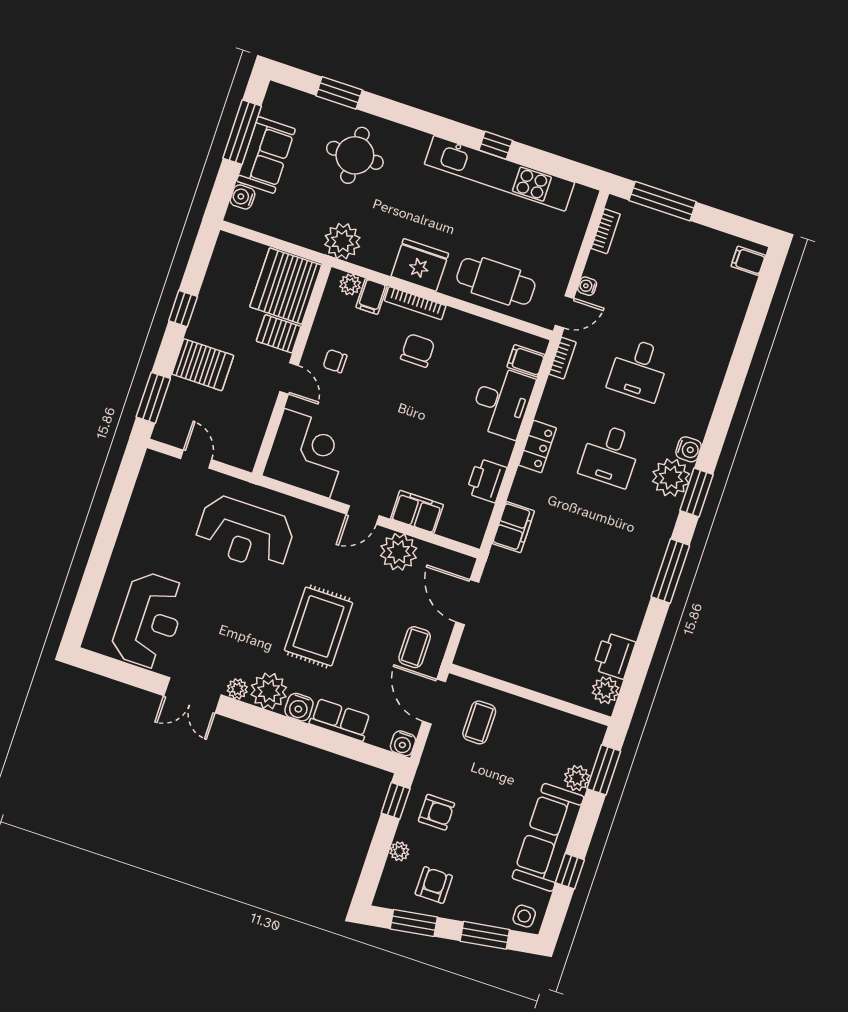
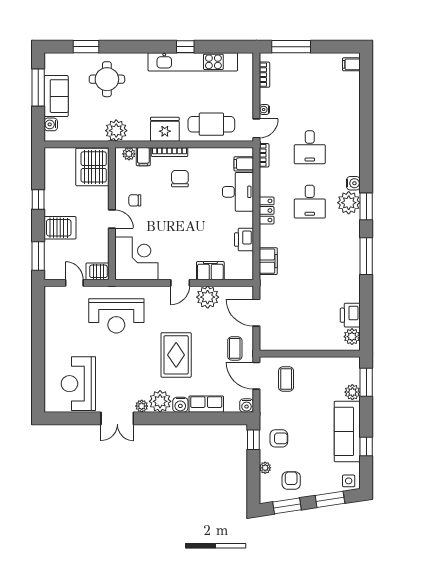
server rack: (279, 334) -> (98, 271), moved
reception desk: (149, 620) -> (78, 384), turned 180

